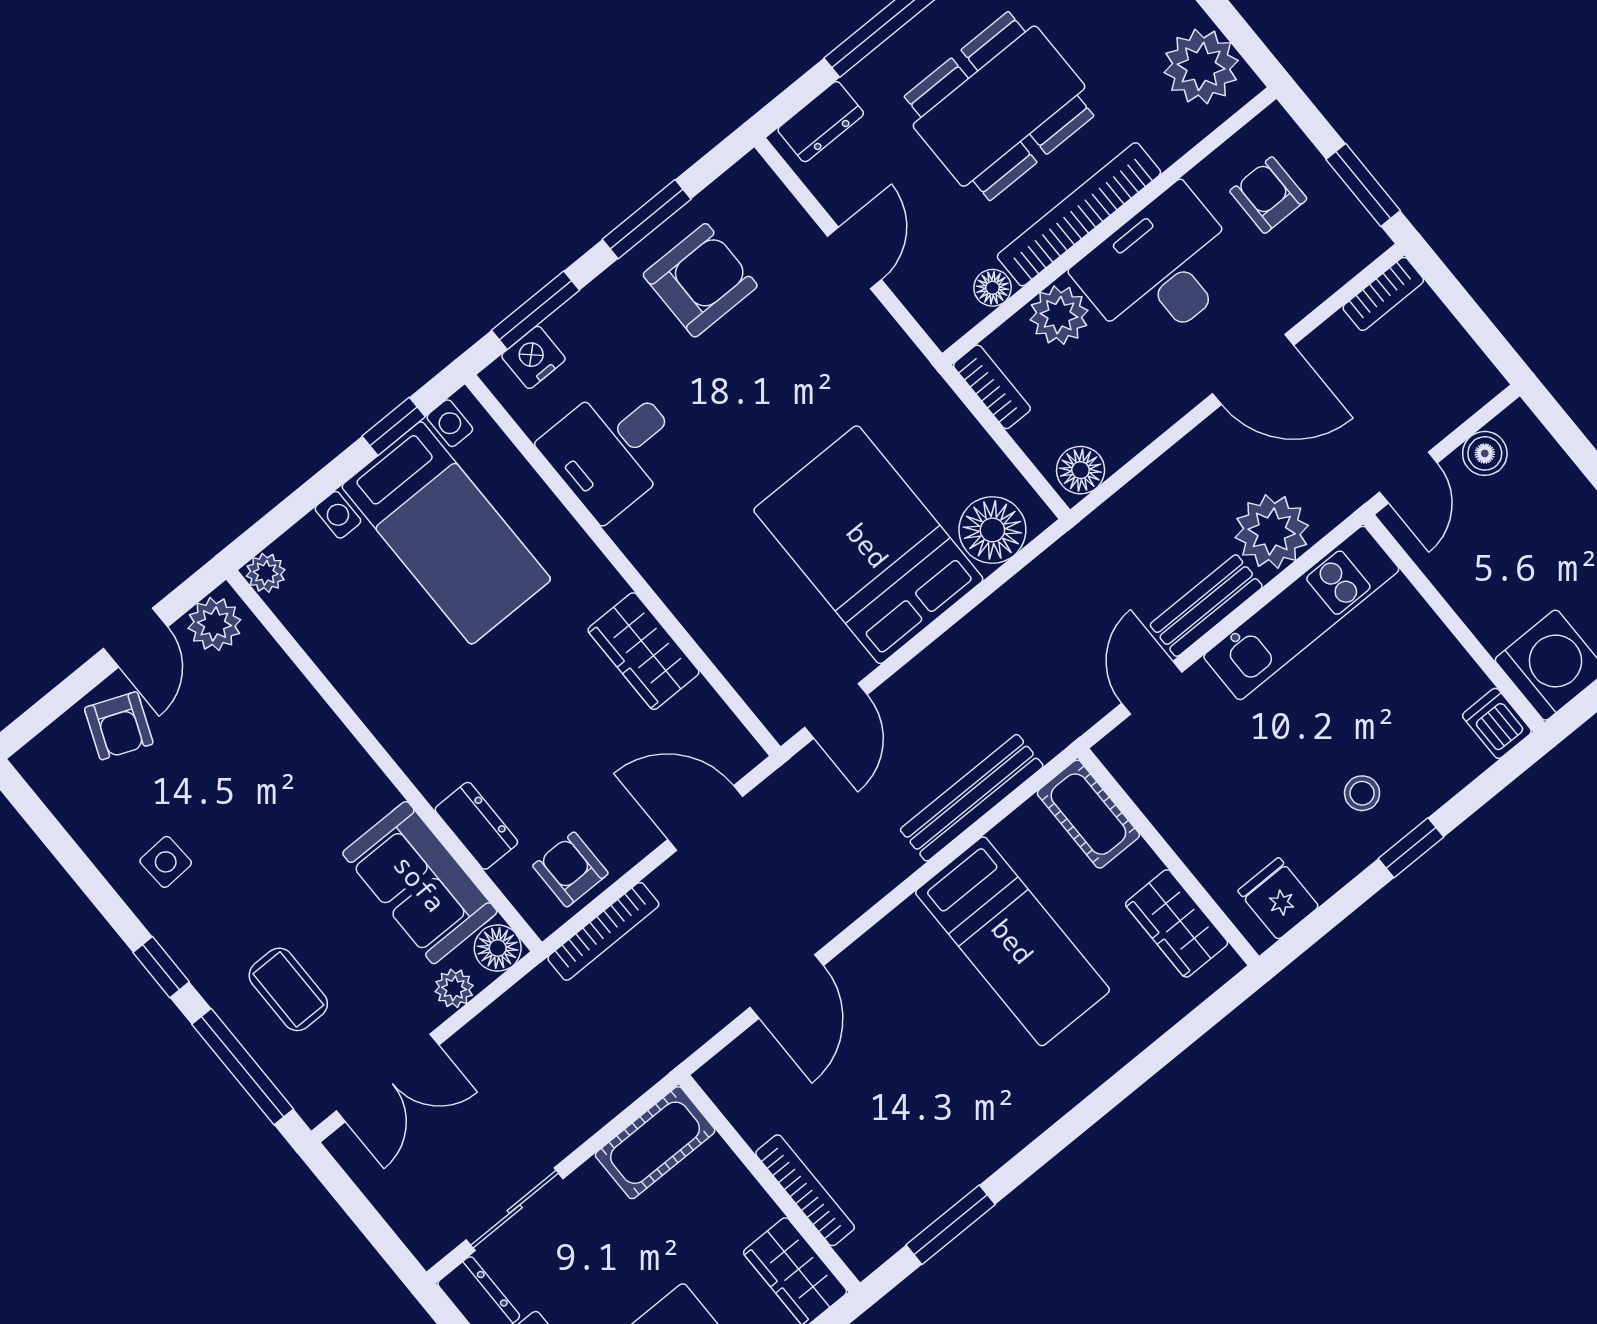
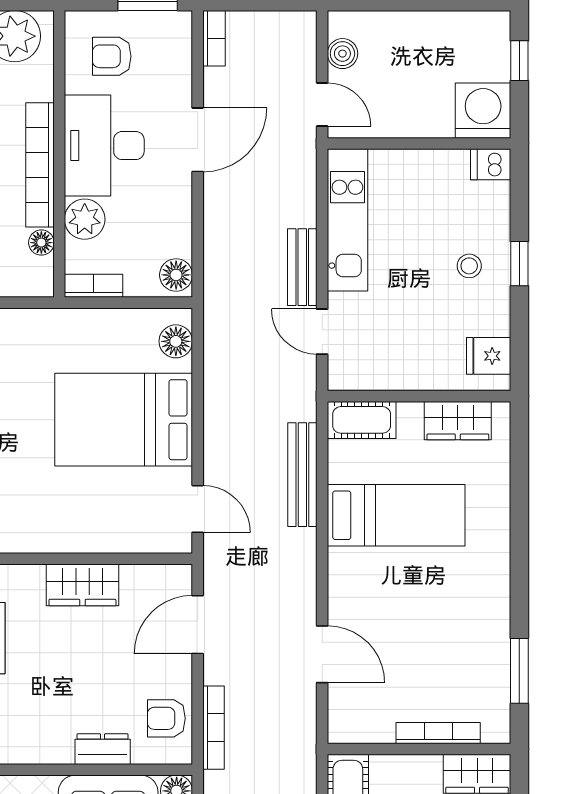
floor lamp: (992, 530) -> (176, 341), width x0.73, depth x0.73
plant: (1272, 532) -> (291, 200), removed

